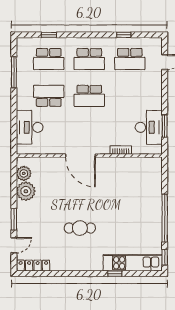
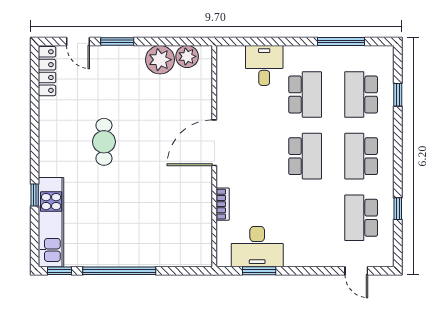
school desk: (89, 96) -> (305, 156), turned 180
desk: (30, 127) -> (264, 65), width x0.73

